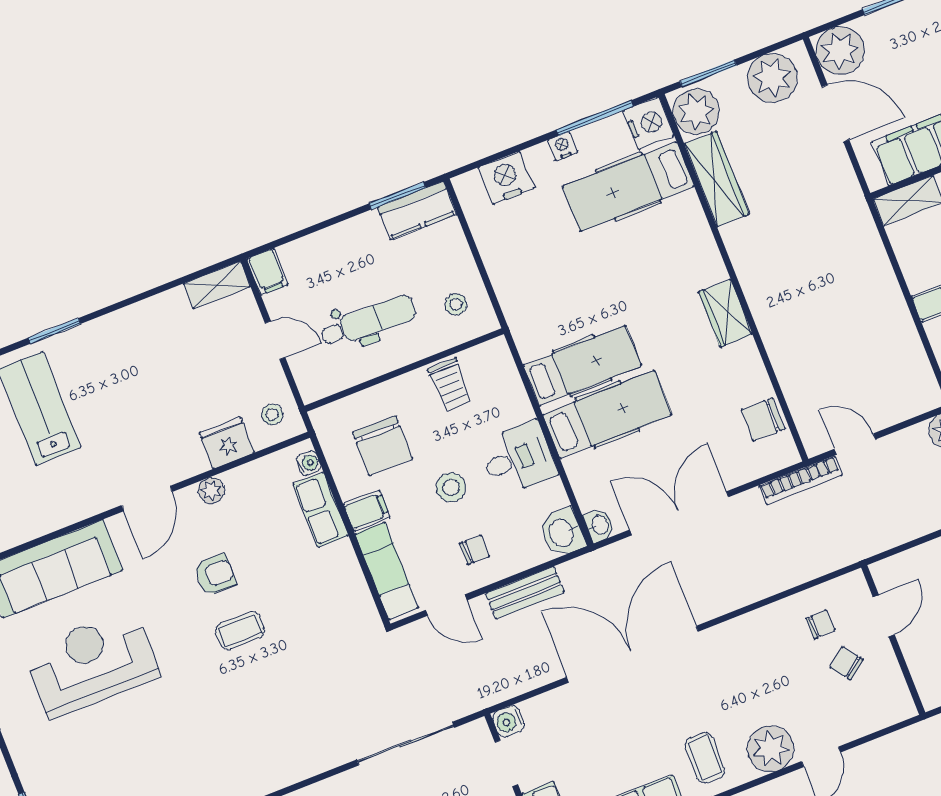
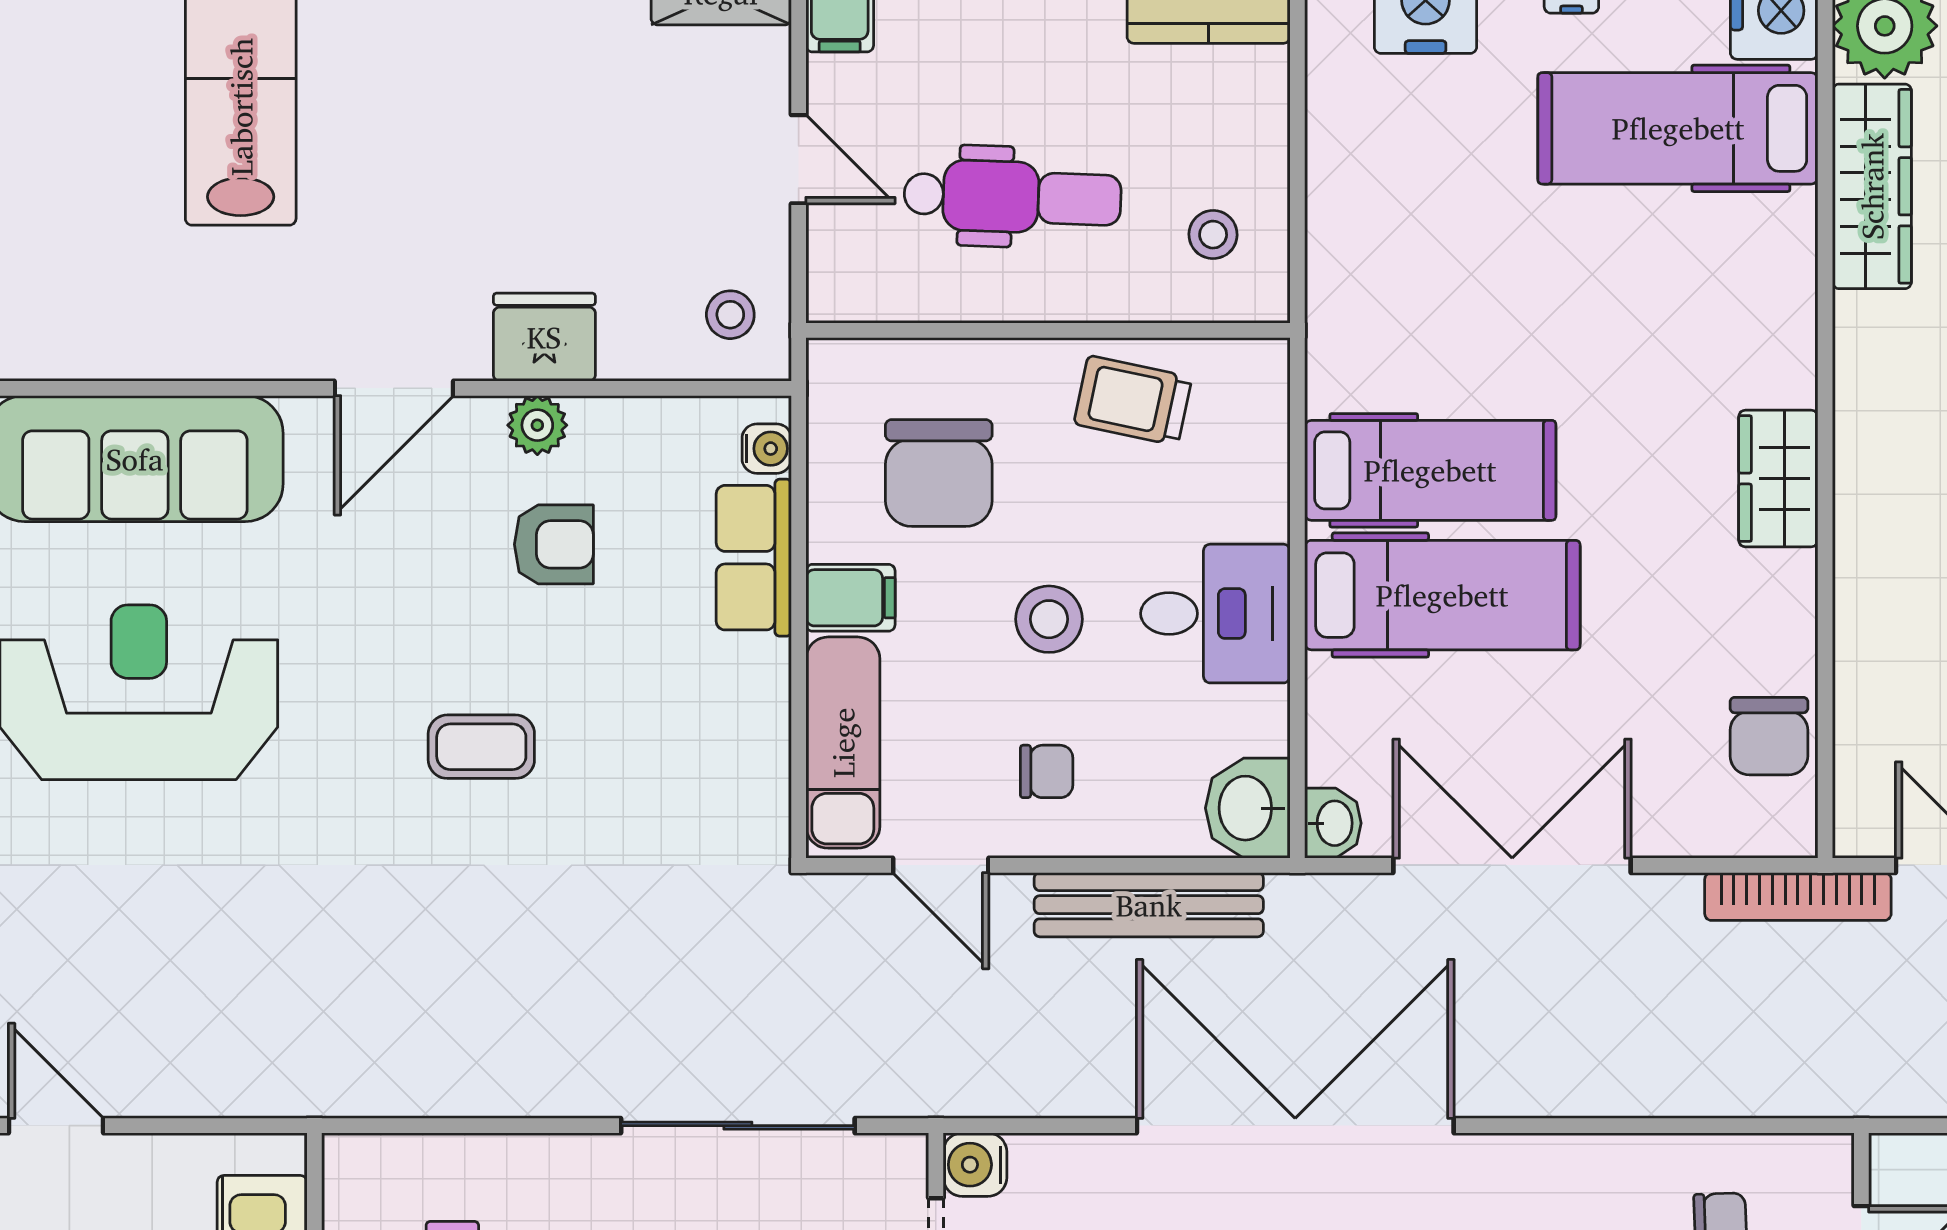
trolley: (450, 385) -> (1133, 401), turned 102
chair: (763, 420) -> (1769, 736), turned -90
fridge: (227, 443) -> (544, 337), moved
armchair: (215, 575) -> (554, 544), moved
bench: (525, 593) -> (1149, 905), width x1.36

